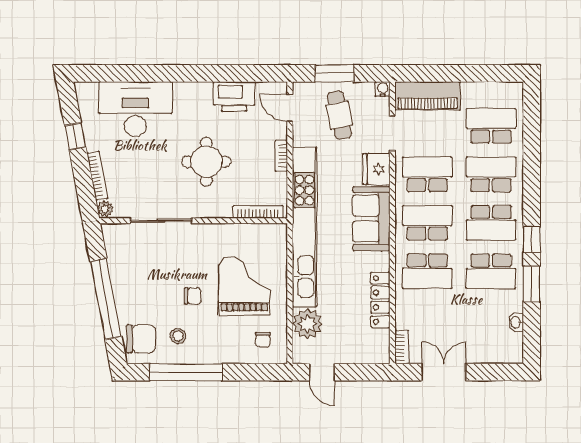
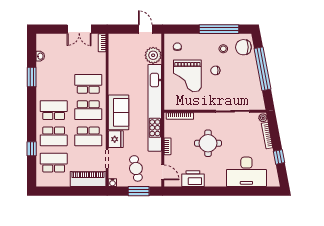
school desk: (491, 126) -> (54, 163), turned 180
window: (532, 239) -> (32, 149), moved
school desk: (491, 271) -> (54, 84), removed
locker: (380, 300) -> (114, 68), removed

